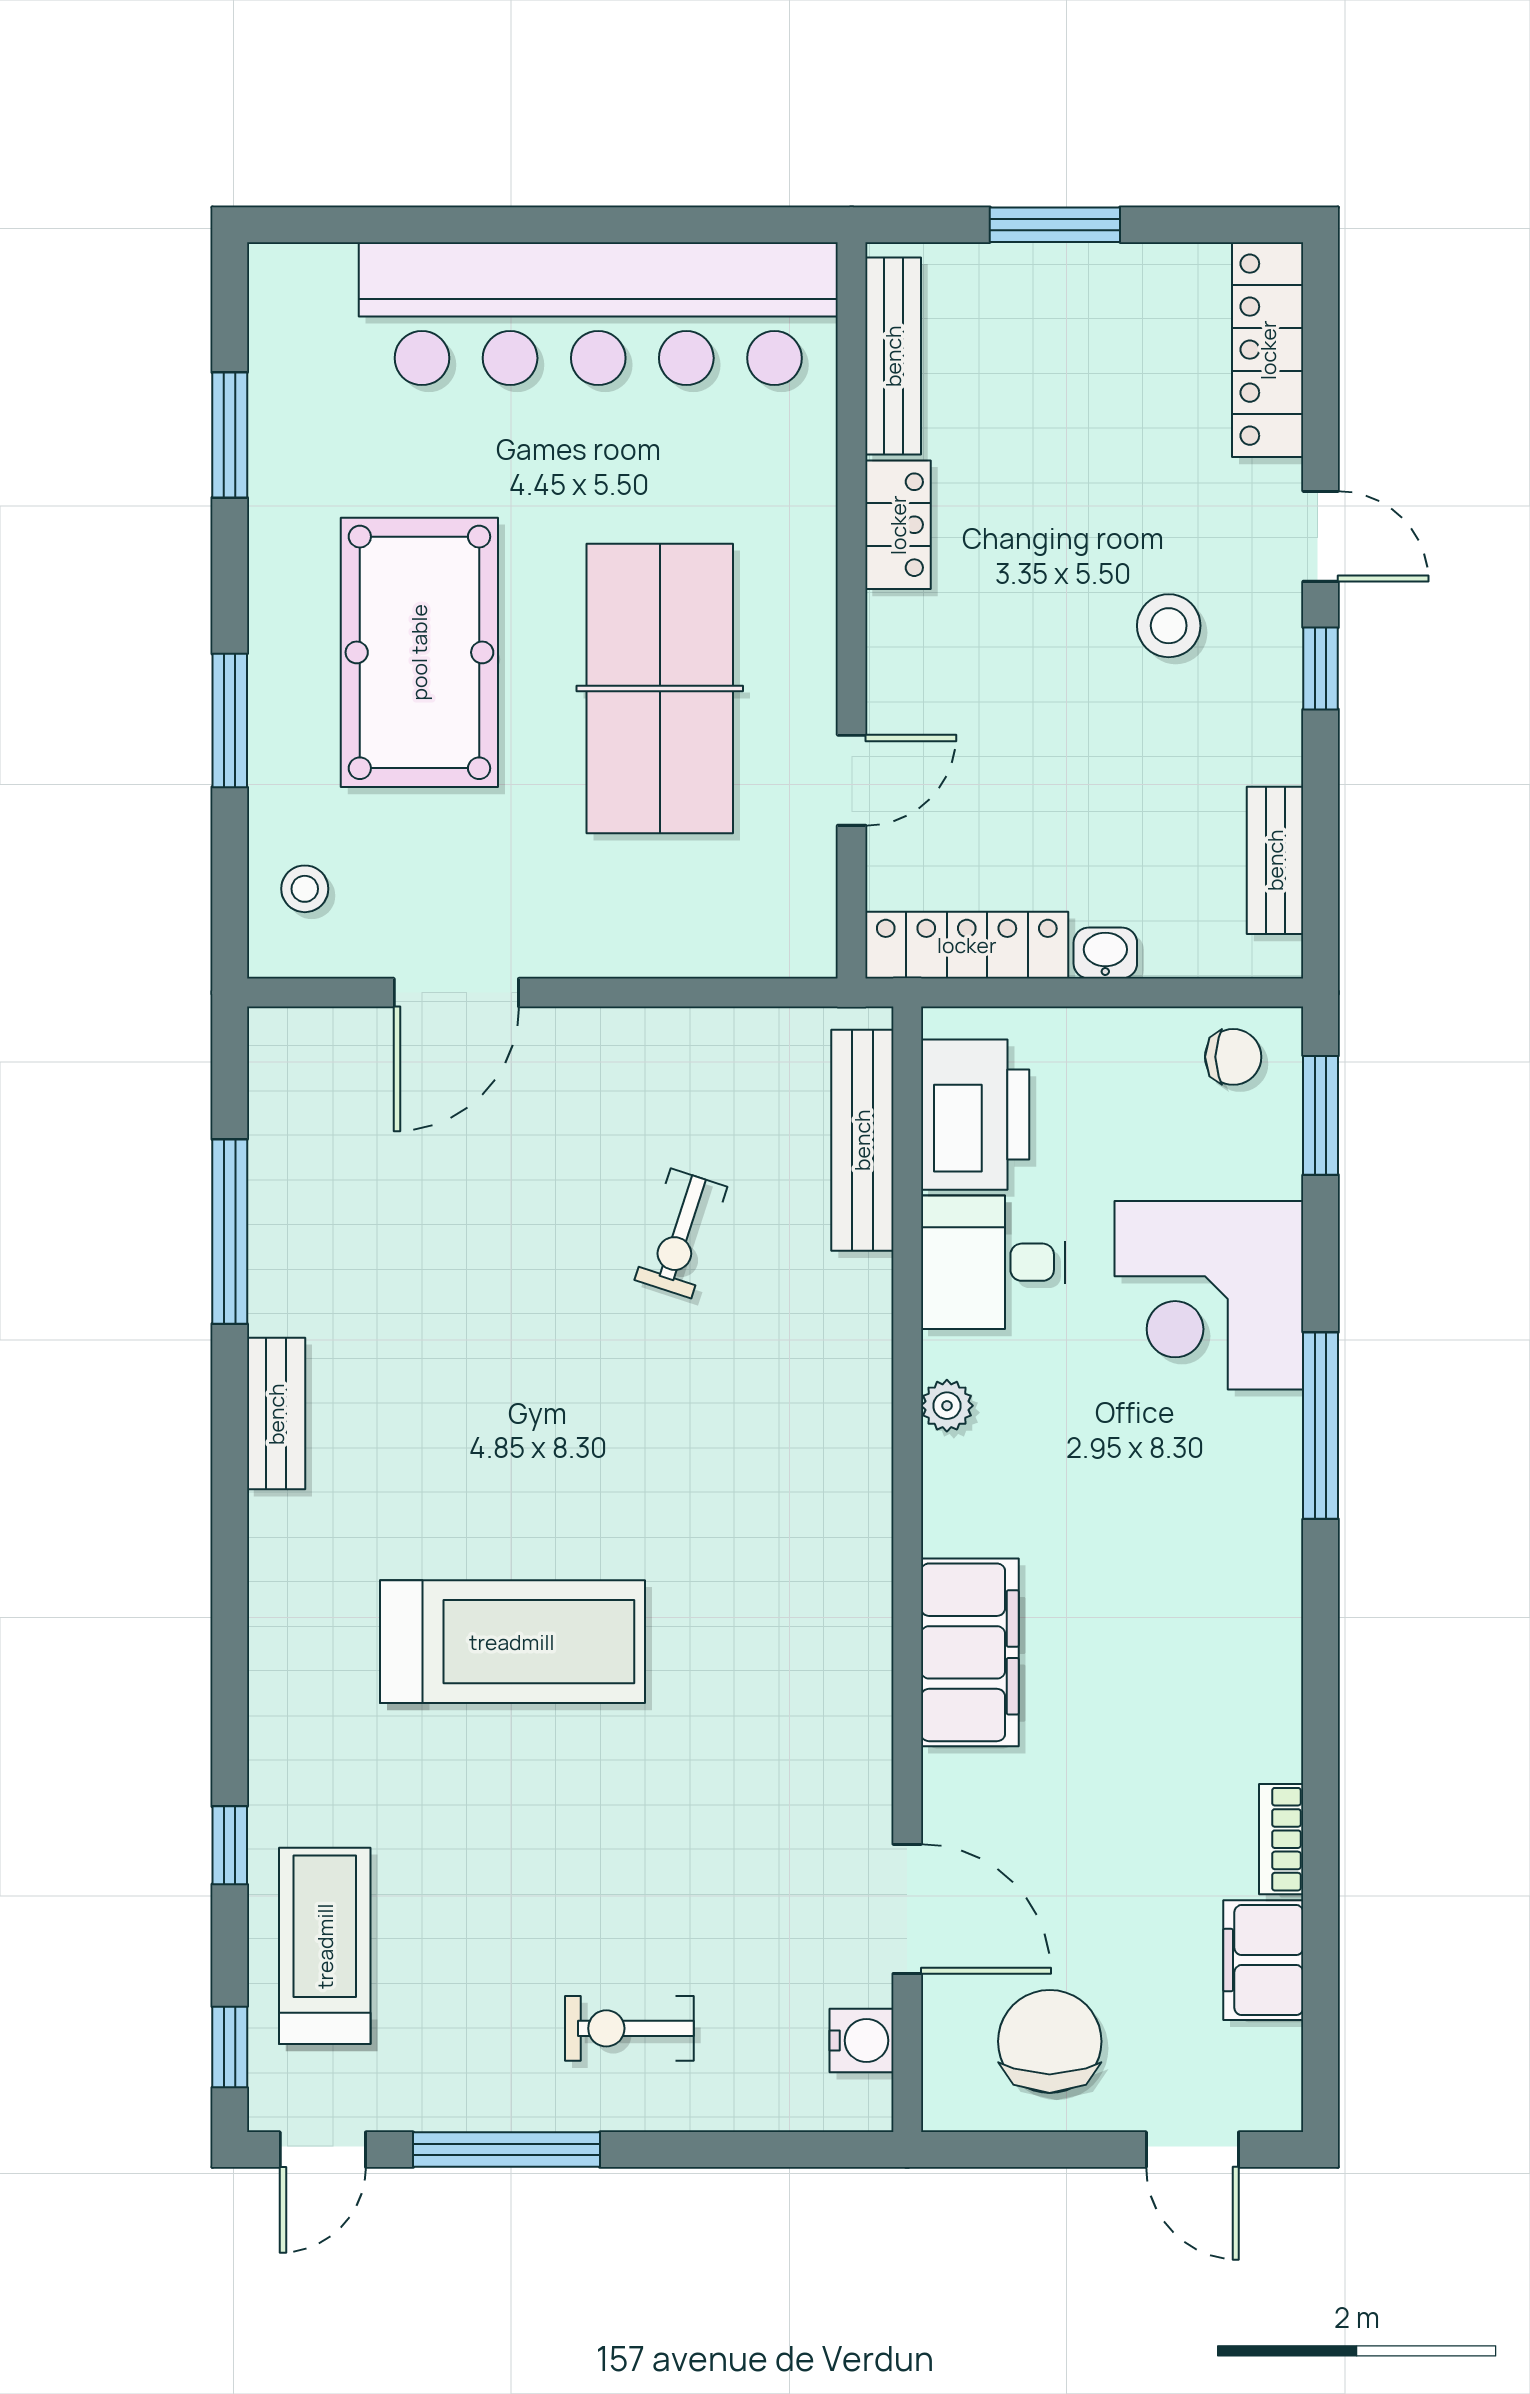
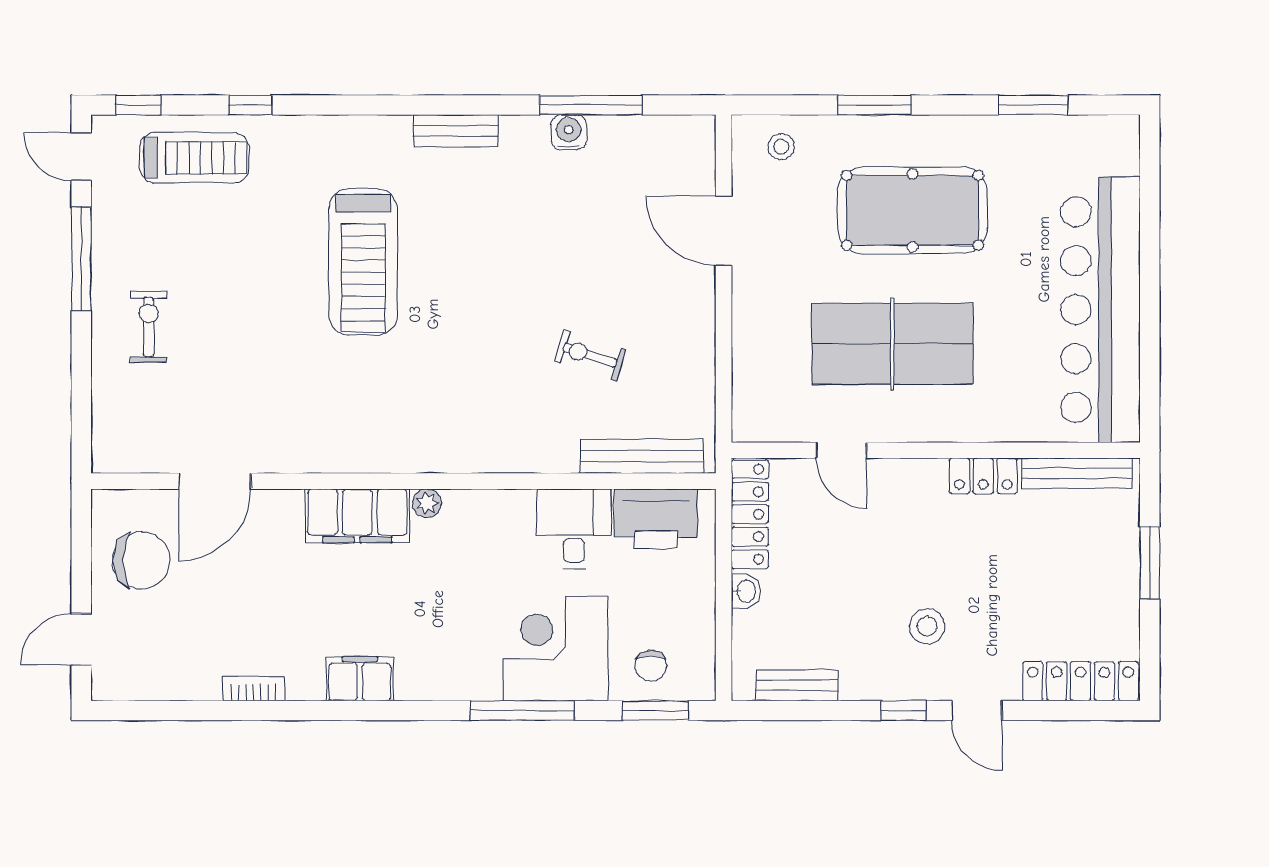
door: (1321, 536) -> (977, 711), hinge flipped
chair: (1233, 1057) -> (651, 666), moved
plant: (947, 1406) -> (427, 503), moved
bench: (276, 1414) -> (455, 131), moved
window: (1321, 1426) -> (522, 711), moved
filing cabinet: (1263, 1960) -> (360, 679), moved
water cooler: (861, 2040) -> (569, 132), moved, turned 180

